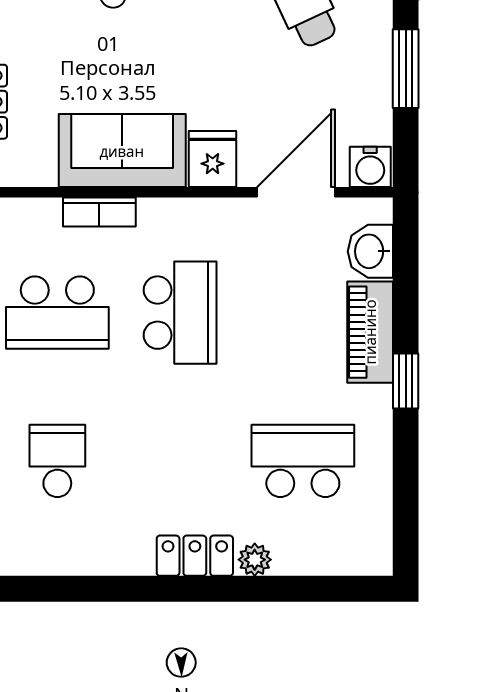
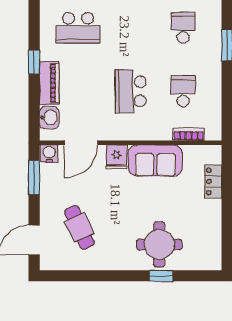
window: (406, 69) -> (34, 178), moved
bookcase: (99, 212) -> (189, 134), moved
school desk: (57, 313) -> (183, 91), width x0.54
school desk: (57, 461) -> (183, 28), turned 180

